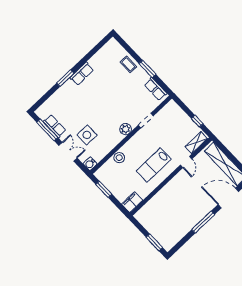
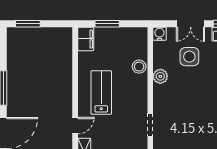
plant: (126, 129) -> (160, 76), moved
door: (186, 162) -> (75, 126), swing flipped
window: (104, 189) -> (107, 24), moved

